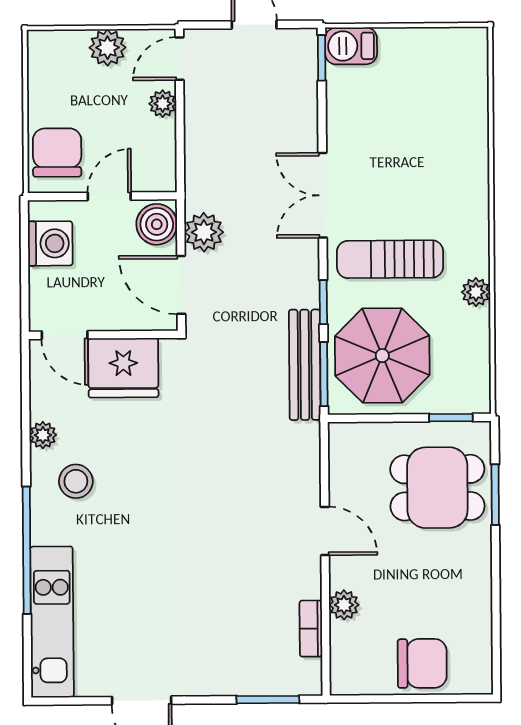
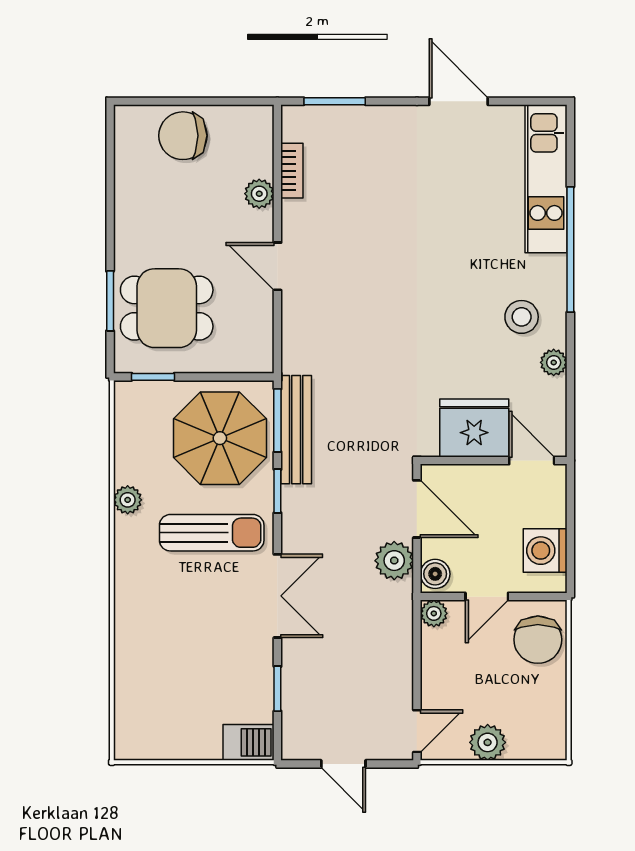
window: (322, 58) -> (277, 689), moved
plant: (163, 104) -> (434, 613), moved
boiler: (157, 224) -> (435, 574), width x0.73, depth x0.73

